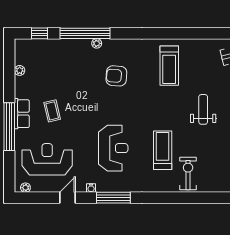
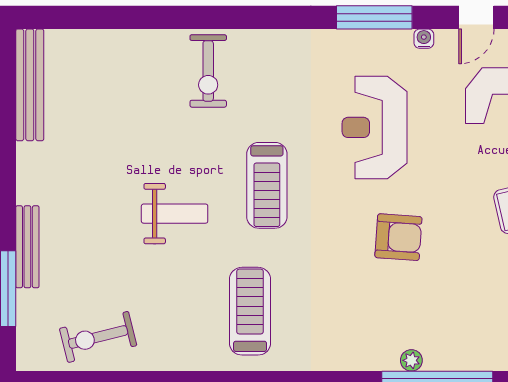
armchair: (116, 76) -> (398, 237), moved
weight bench: (203, 109) -> (175, 214), turned -90
treadmill: (163, 150) -> (267, 185), moved

